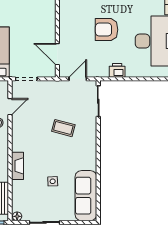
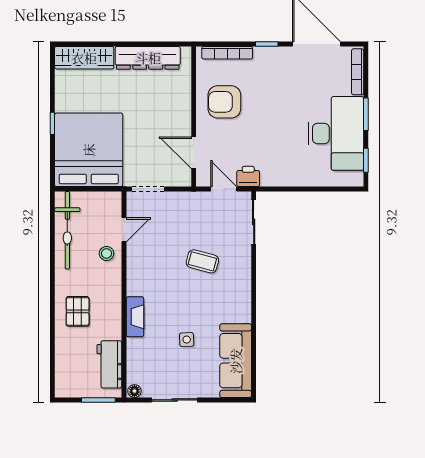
armchair: (107, 30) -> (224, 102), moved
printer: (117, 70) -> (248, 176), moved
door: (78, 79) -> (224, 189), hinge flipped

